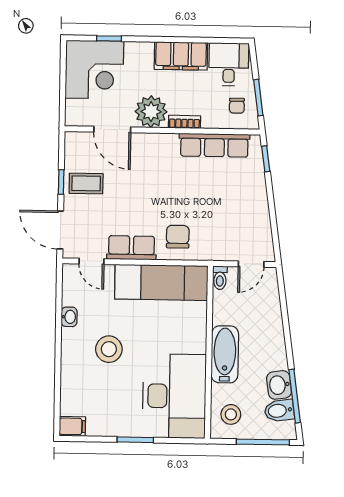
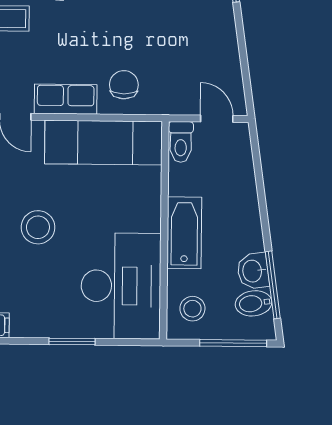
door: (251, 264) -> (217, 119), swing flipped
toilet: (220, 278) -> (181, 142), width x1.37, depth x1.39

